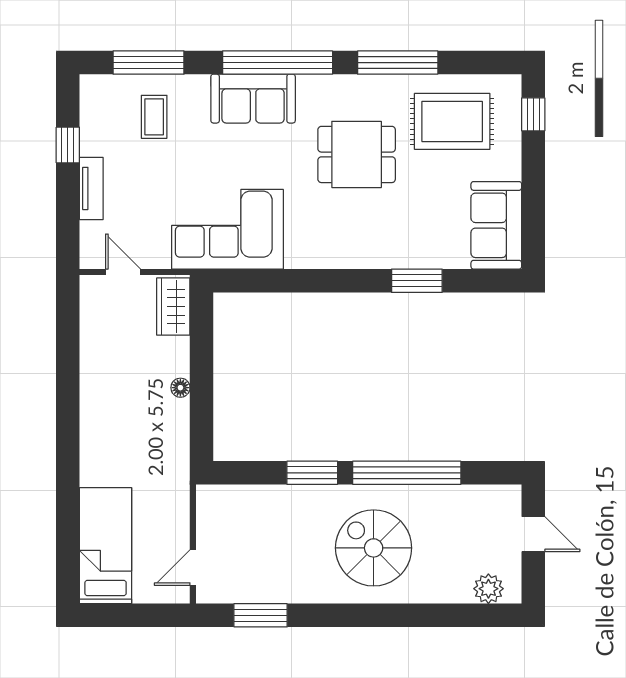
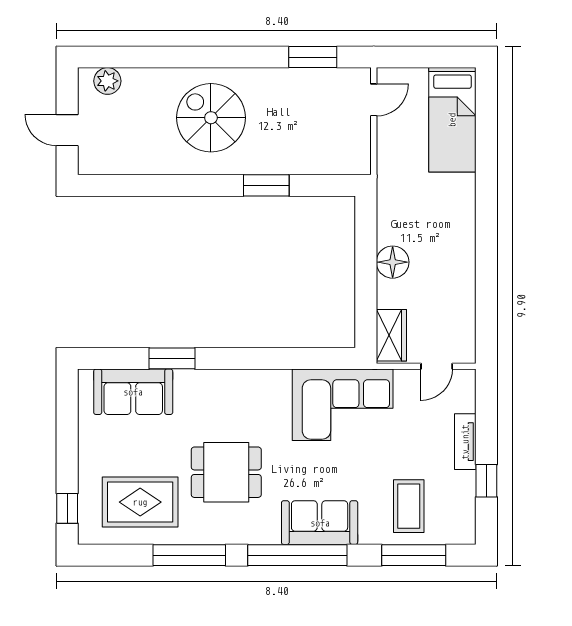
coffee table: (154, 117) -> (409, 506), width x1.36, depth x1.30
sofa: (496, 225) -> (133, 392), moved, turned 90
door: (123, 272) -> (437, 366), hinge flipped
floor lamp: (180, 388) -> (393, 262), width x1.89, depth x1.89
window: (407, 473) -> (181, 185), removed
spiral stairs: (374, 548) -> (211, 118), turned 180

